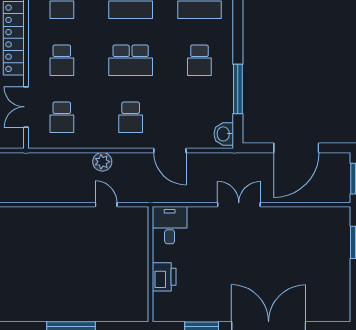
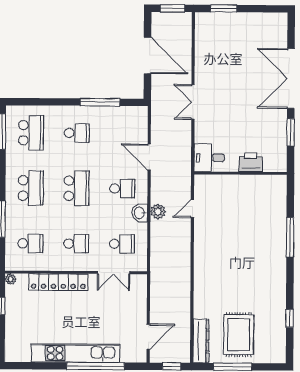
washbasin: (224, 134) -> (140, 213), moved, turned 90
door: (170, 150) -> (149, 157), swing flipped

